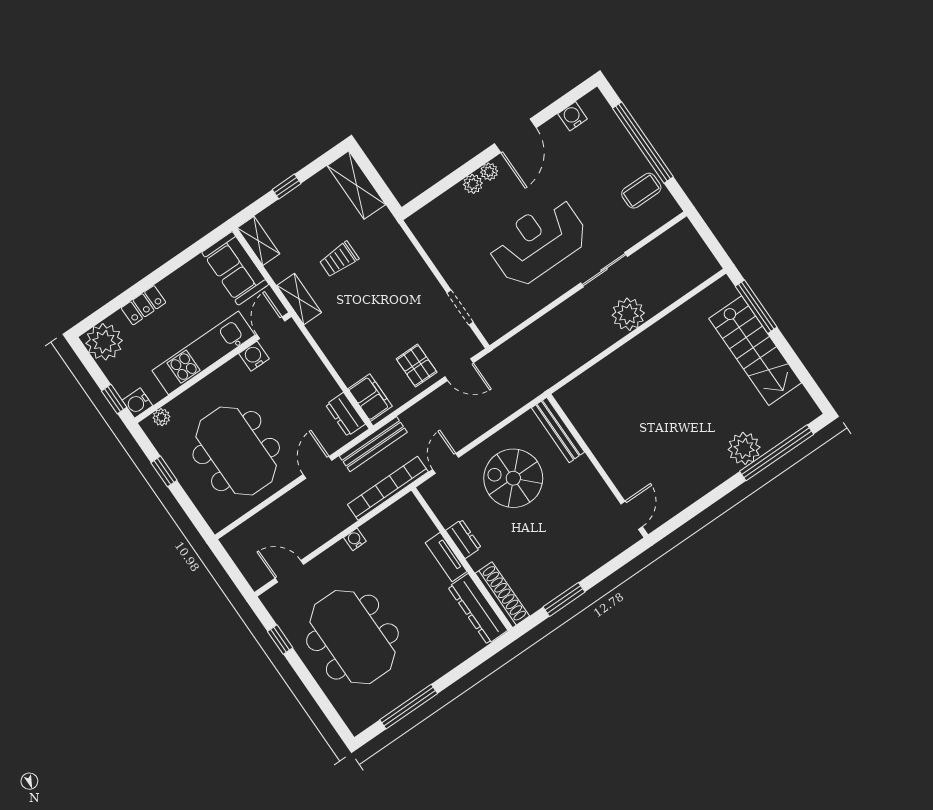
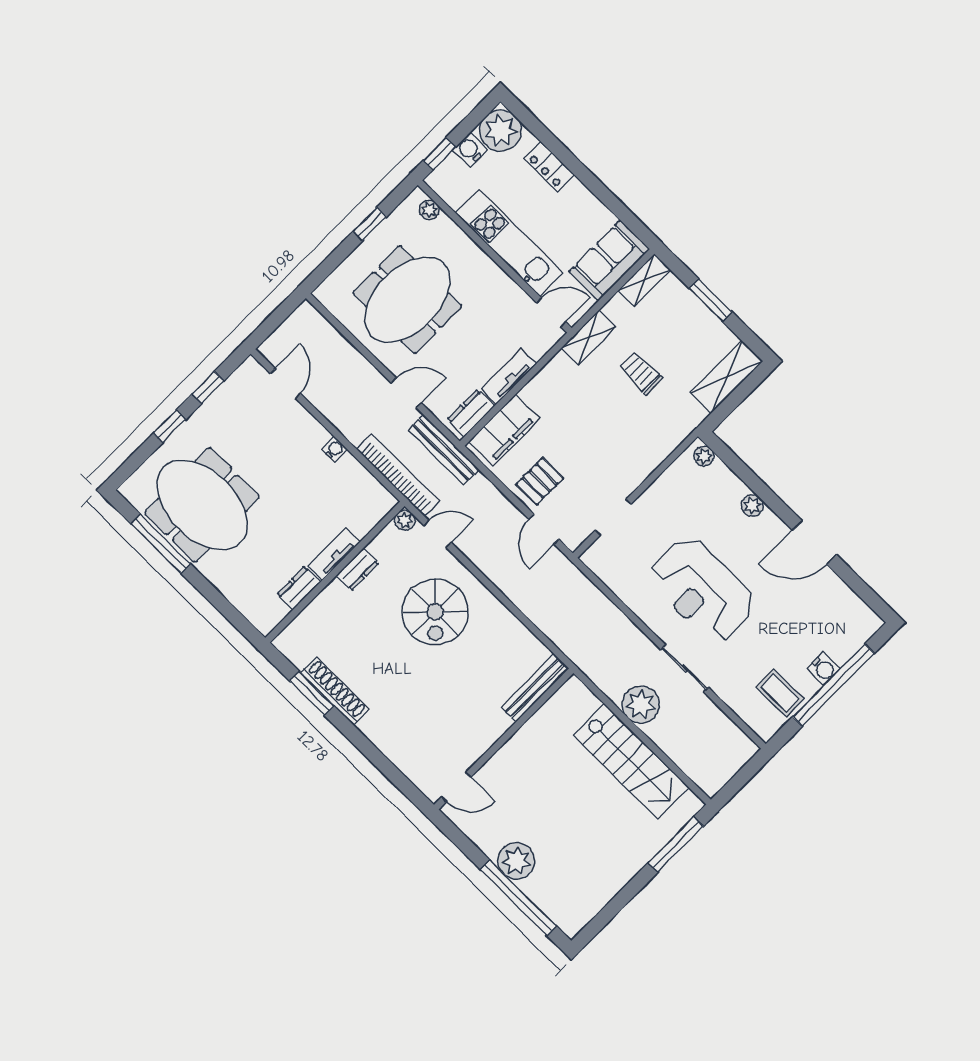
water cooler: (573, 116) -> (823, 669), moved, turned 90
plant: (489, 172) -> (704, 456), moved
window: (287, 186) -> (711, 300), width x1.50
reception desk: (538, 242) -> (702, 590), turned 180
stairs: (755, 351) -> (631, 761), moved, turned -90
water cooler: (254, 356) -> (516, 299), removed
tv unit: (320, 375) -> (509, 376), added
filing cabinet: (370, 398) -> (504, 430), width x1.50, depth x1.17
water cooler: (137, 403) -> (470, 150), moved
bench: (558, 430) -> (535, 688), moved
wall: (597, 466) -> (504, 739), moved
spiral stairs: (513, 478) -> (435, 612), turned 180
plant: (428, 490) -> (405, 520), added
door: (632, 515) -> (456, 787), moved
shoe rack: (502, 595) -> (335, 691), moved, turned -90
dresser: (478, 609) -> (299, 588), width x0.51, depth x0.80
meeting table: (352, 637) -> (202, 505), moved, turned 90
window: (308, 679) -> (170, 426), added

